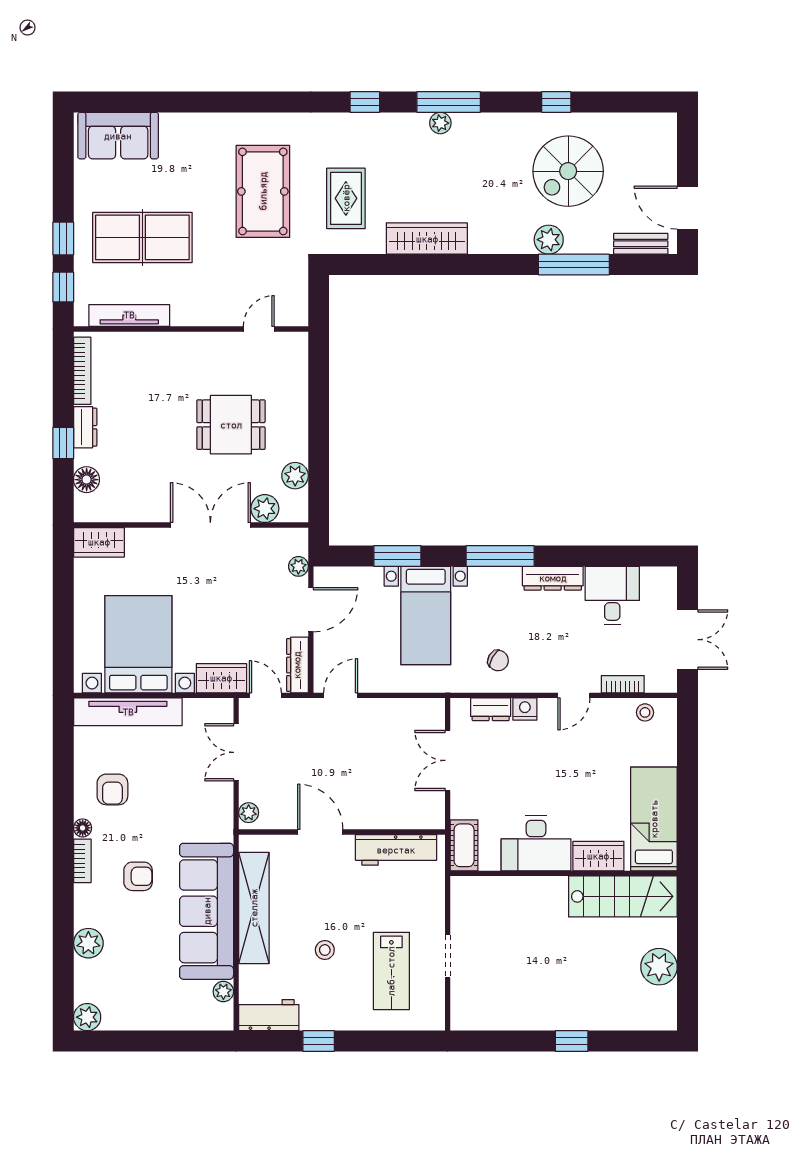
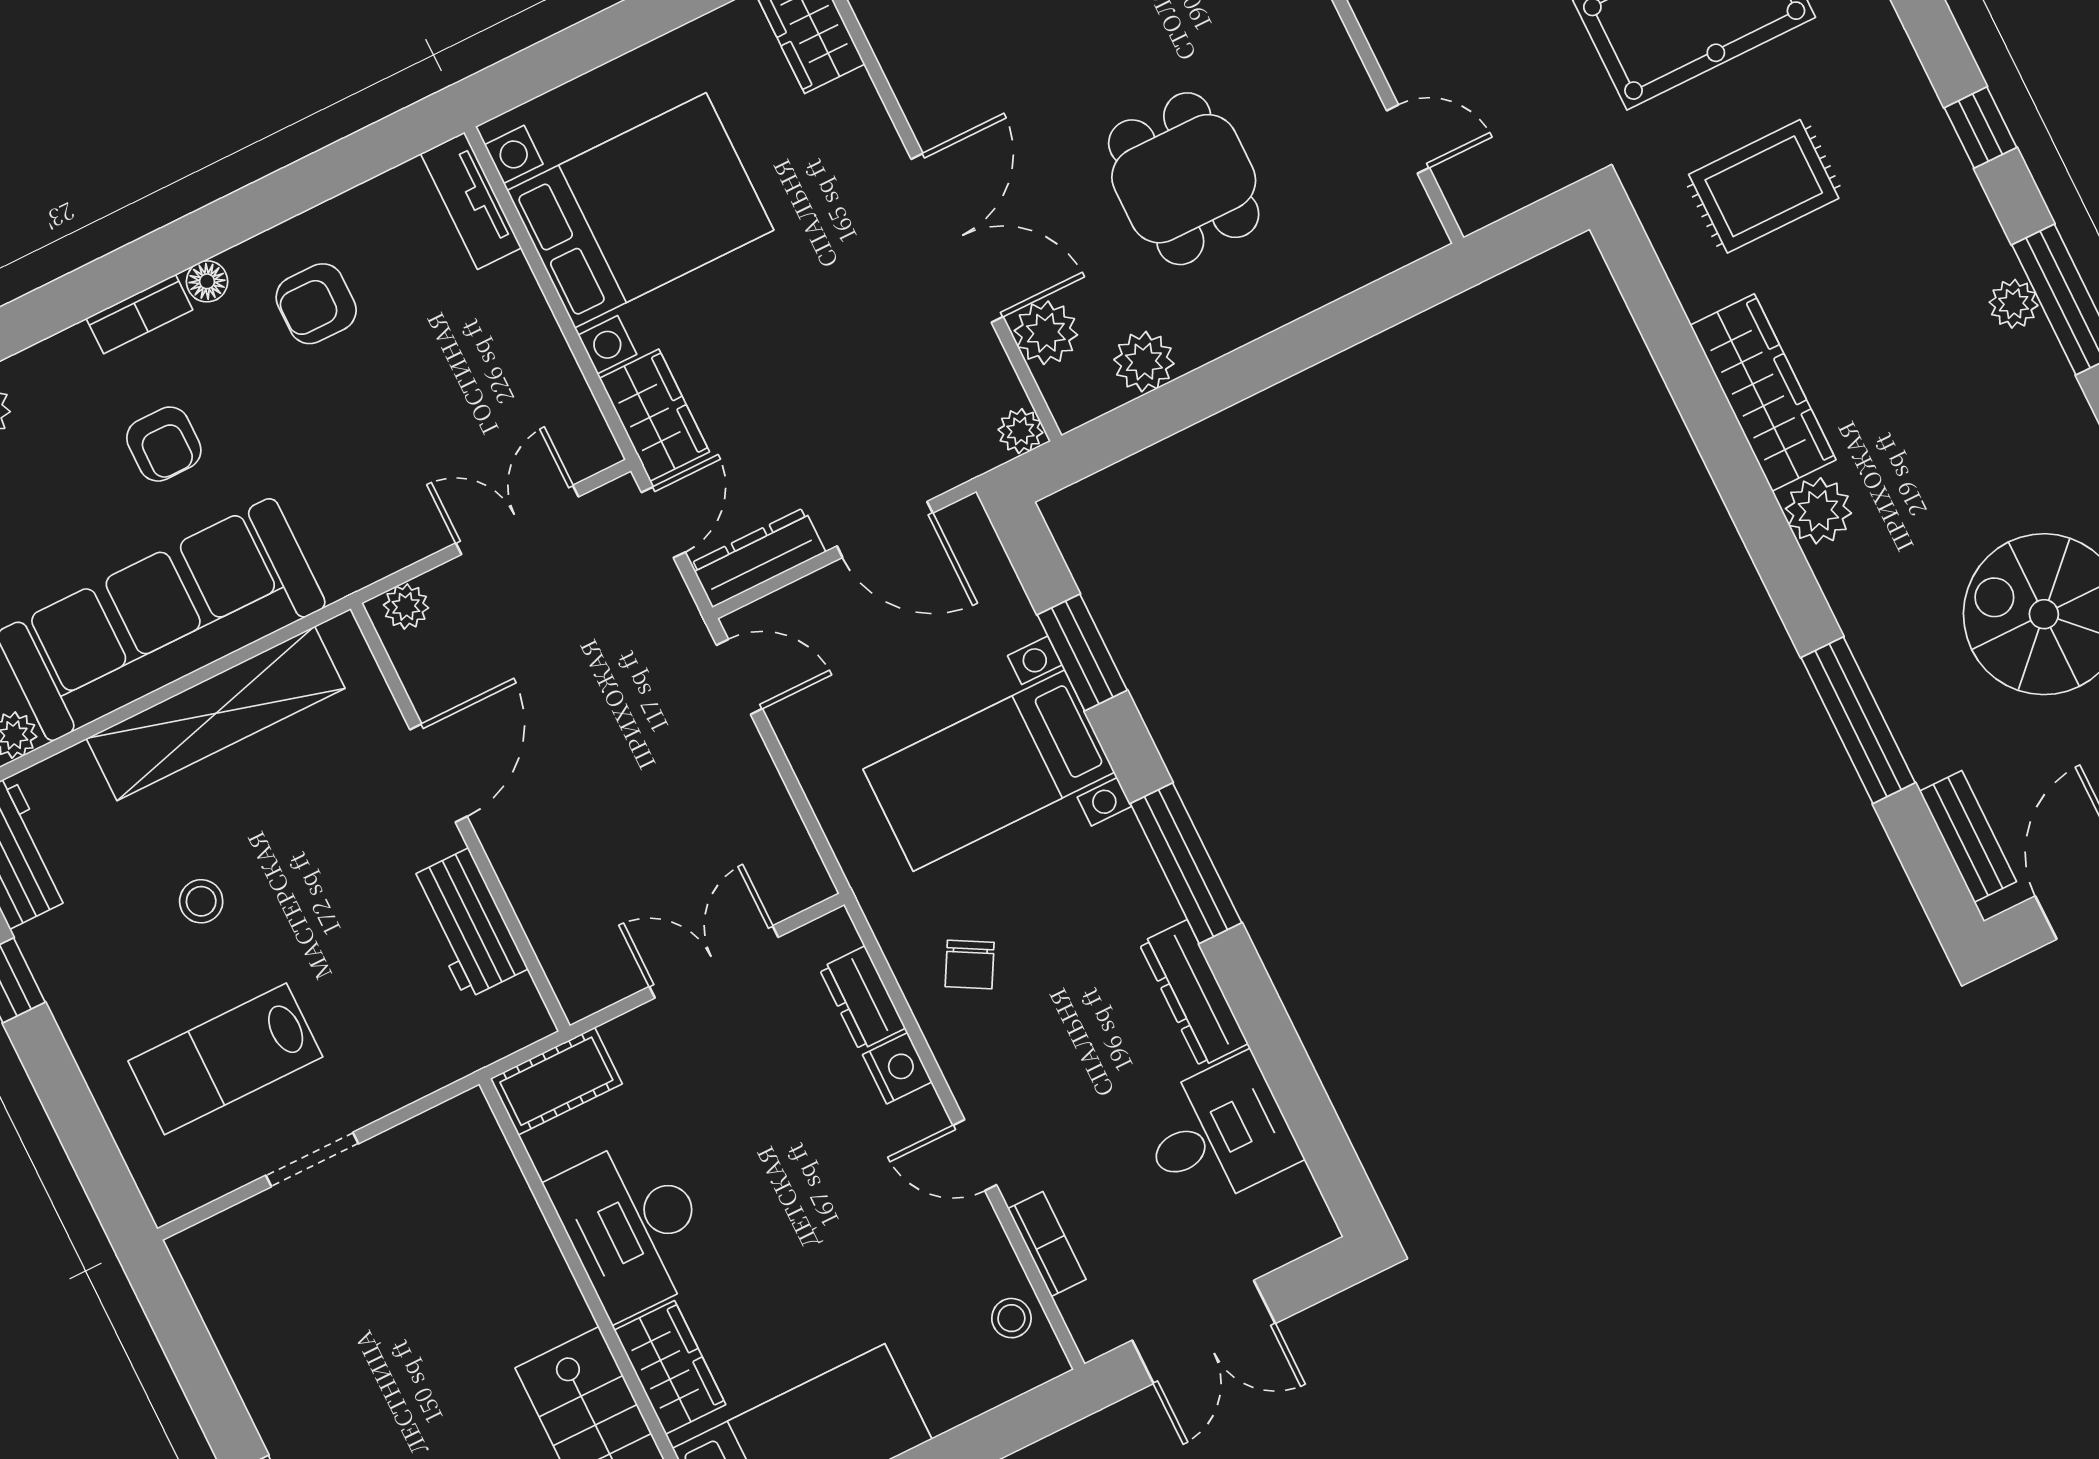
plant: (549, 240) -> (1818, 511), moved
plant: (298, 566) -> (1020, 431), moved
tv unit: (128, 712) -> (471, 201), width x0.52, depth x0.78
workbench: (396, 850) -> (467, 924), width x0.73

